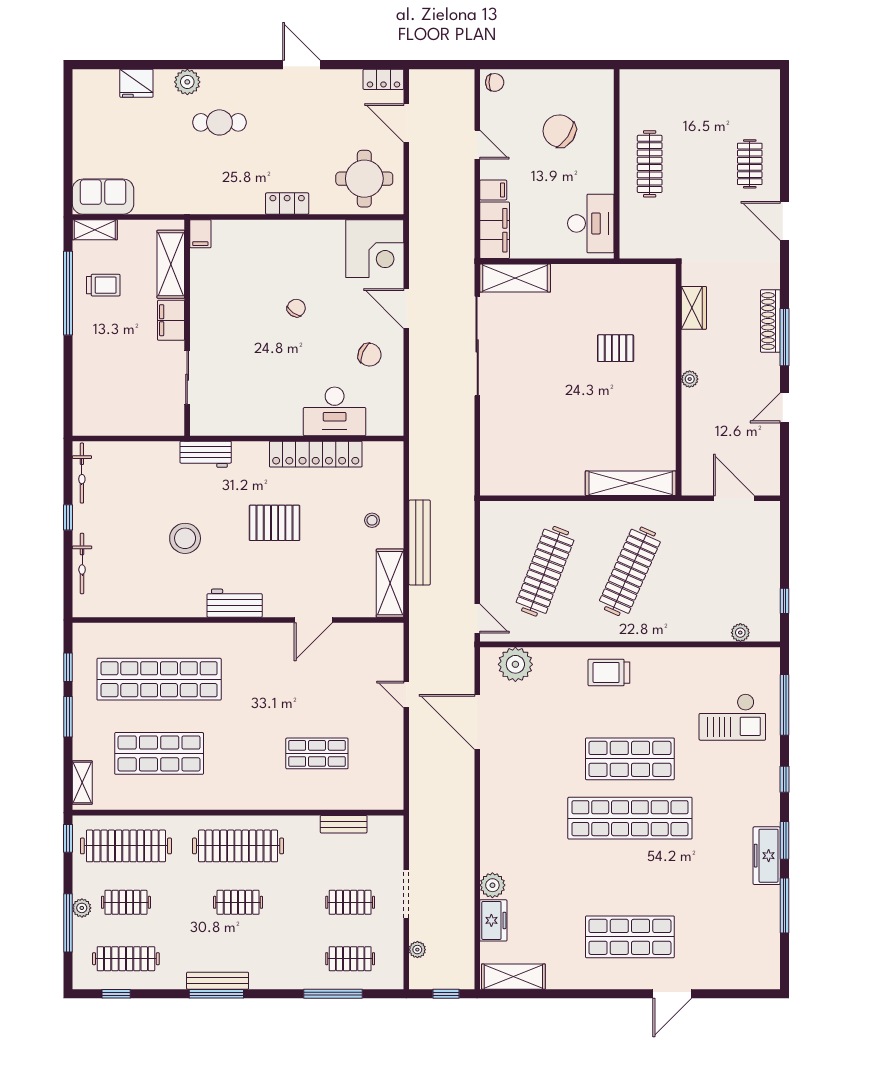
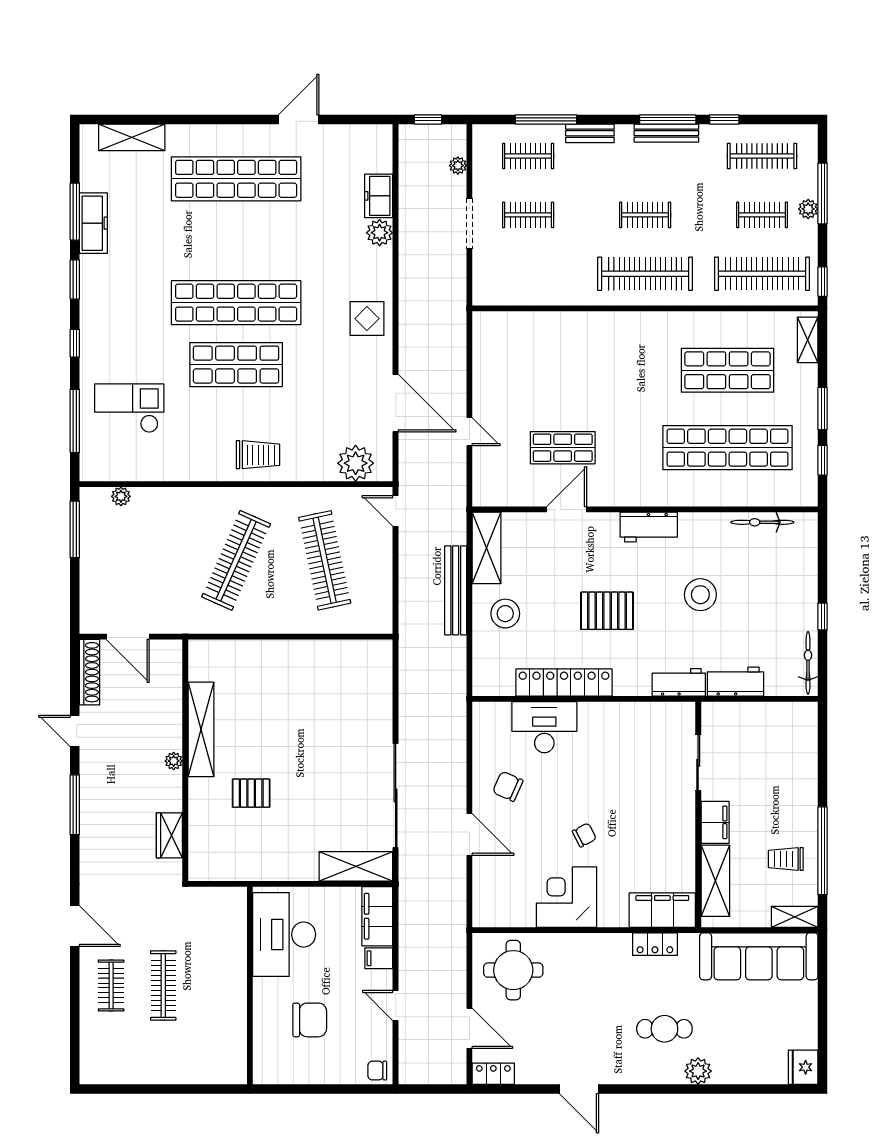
fridge: (136, 83) -> (803, 1067), moved, turned -90
chair: (559, 131) -> (310, 1020), turned -34
clothes rail: (650, 164) -> (163, 986), moved
sofa: (103, 197) -> (759, 956), width x1.85, depth x1.27
locker: (287, 204) -> (655, 944), moved
desk: (591, 223) -> (284, 935), width x1.36, depth x1.30
filing cabinet: (200, 234) -> (662, 910), width x3.00, depth x1.17
corner desk: (375, 249) -> (566, 897), moved
chair: (296, 308) -> (584, 835), turned -153
shoe rack: (770, 321) -> (90, 672), moved
door: (784, 408) -> (75, 731), swing flipped
workbench: (151, 455) -> (735, 682), added
shelving: (631, 483) -> (201, 729), moved, turned 90
stool: (372, 520) -> (505, 614), width x1.89, depth x1.89
bicycle: (82, 563) -> (762, 522), moved, turned -90
clothes rail: (545, 571) -> (325, 560), turned -33
window: (784, 601) -> (75, 529), width x2.17
shop shelf: (317, 753) -> (563, 448), moved
display table: (504, 803) -> (367, 319), added
bench: (344, 824) -> (590, 133), moved
freezer: (767, 856) -> (93, 223), moved
shop shelf: (630, 937) -> (236, 179), width x1.40
shelving: (513, 977) -> (132, 137), moved
window: (116, 994) -> (724, 119), moved
door: (672, 994) -> (299, 119), moved

